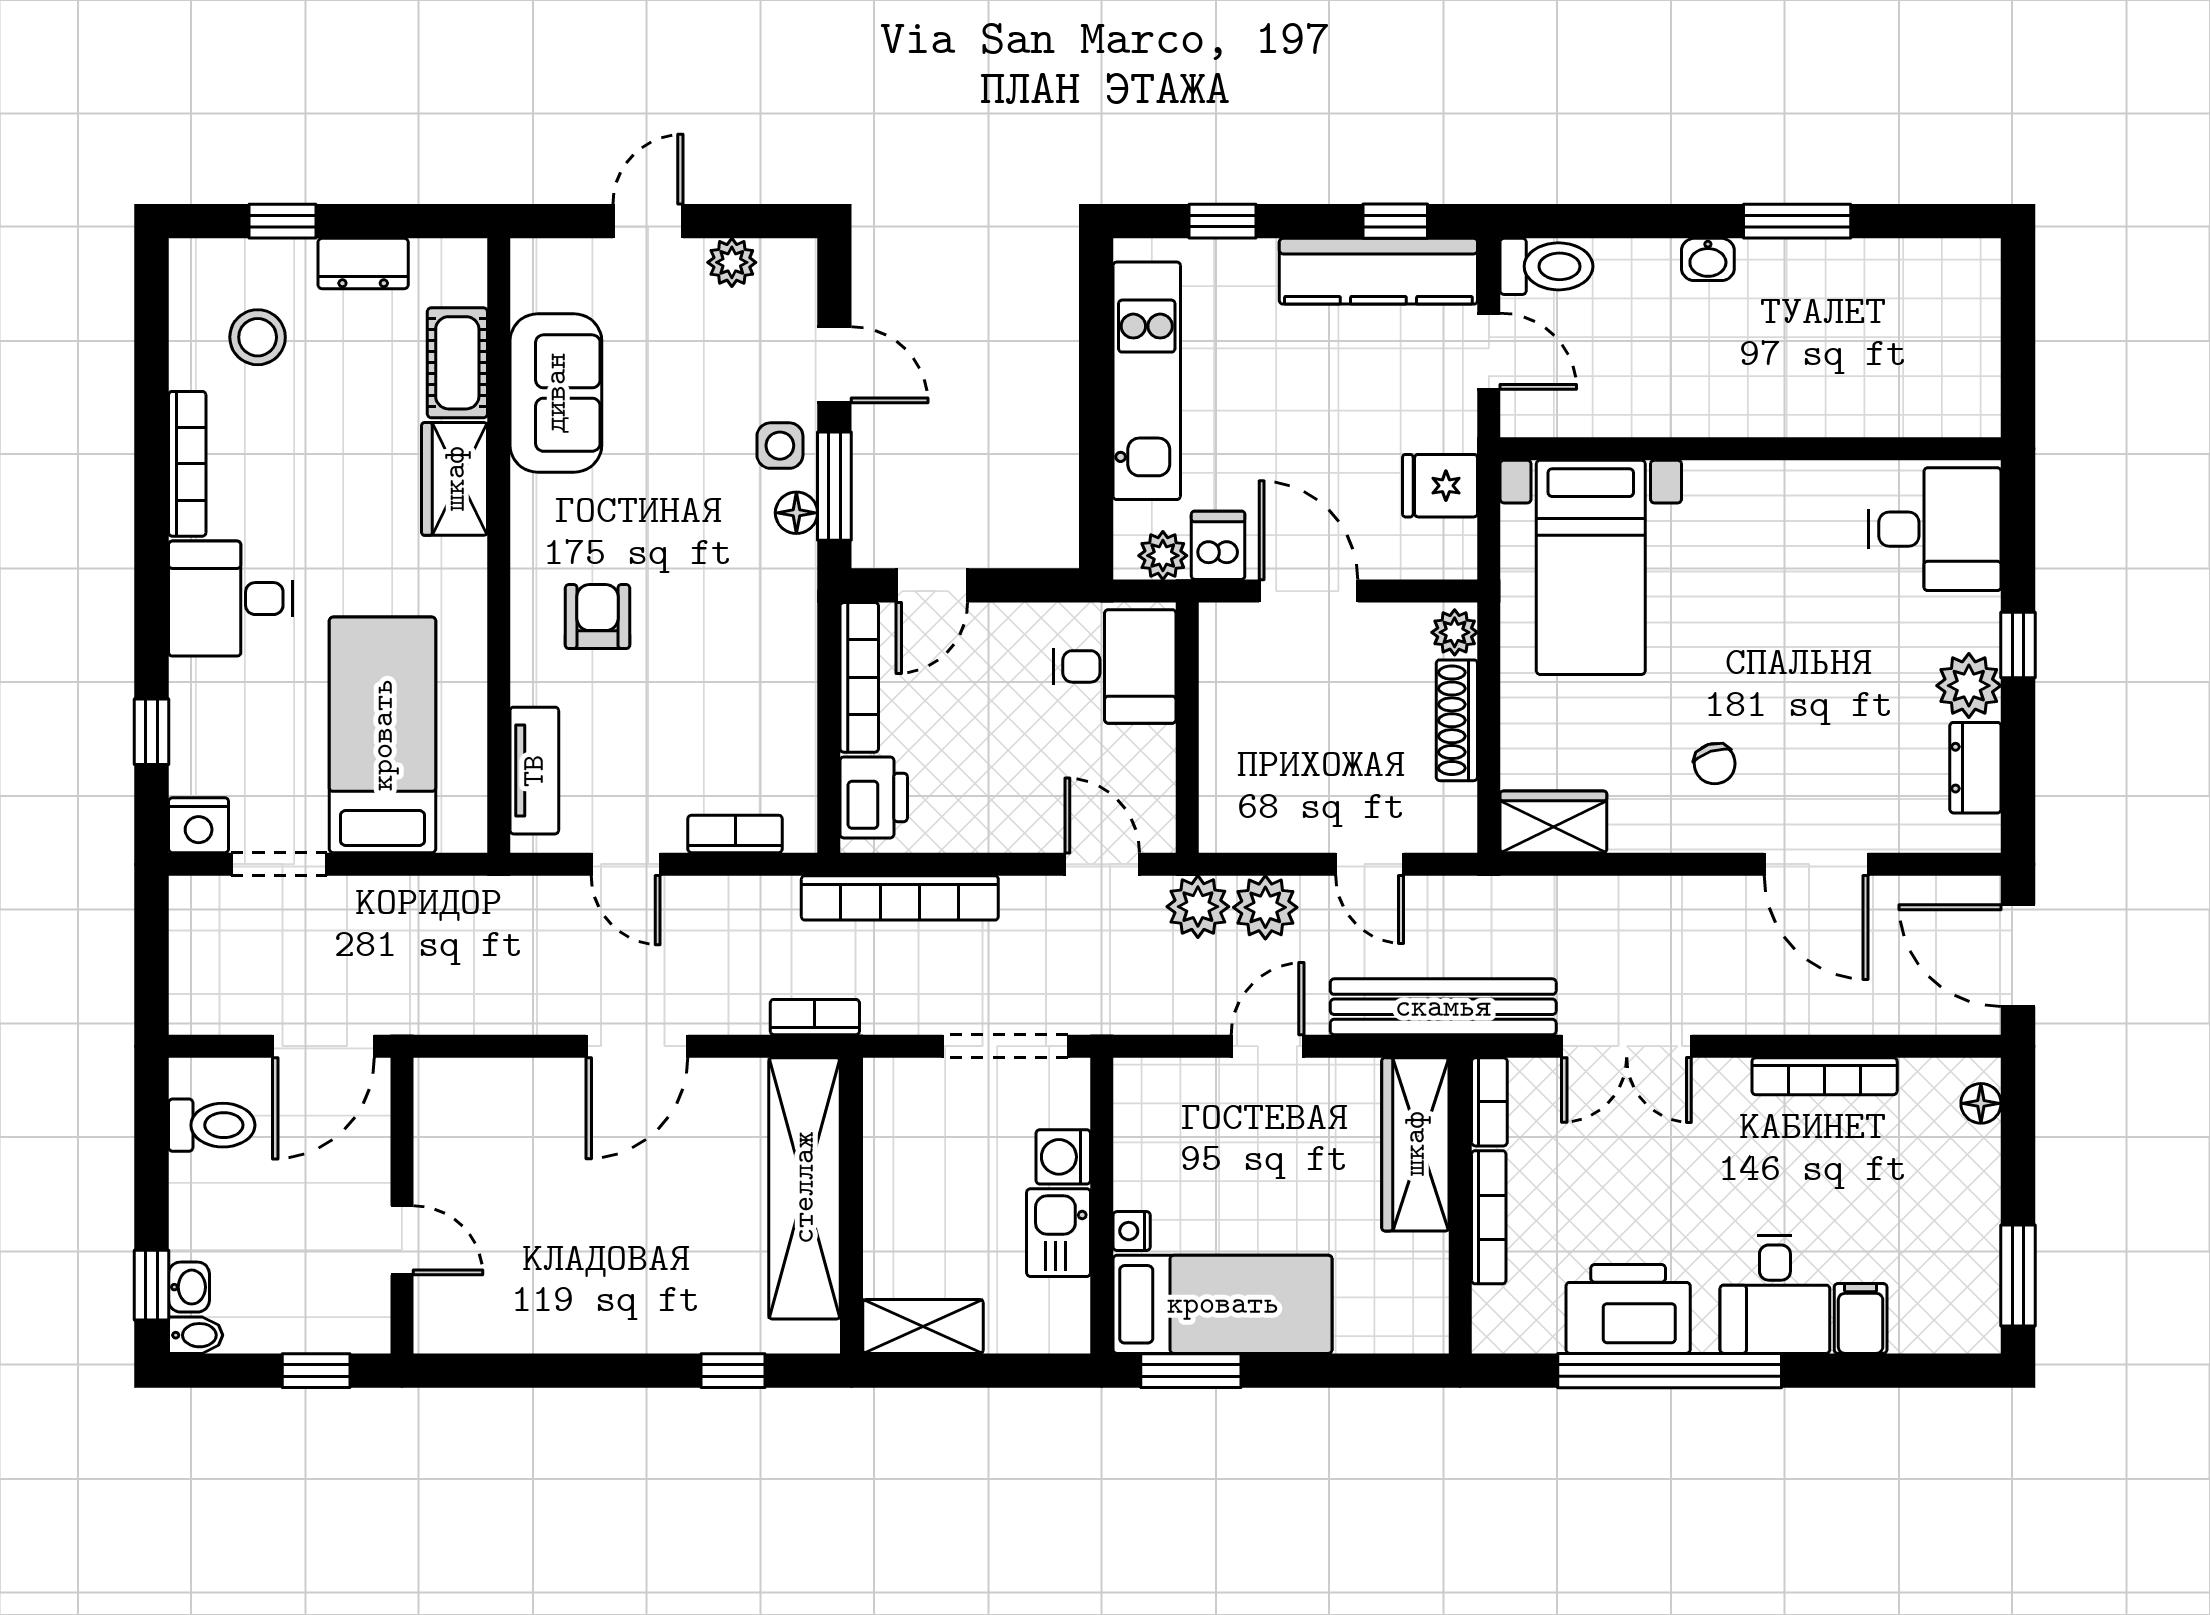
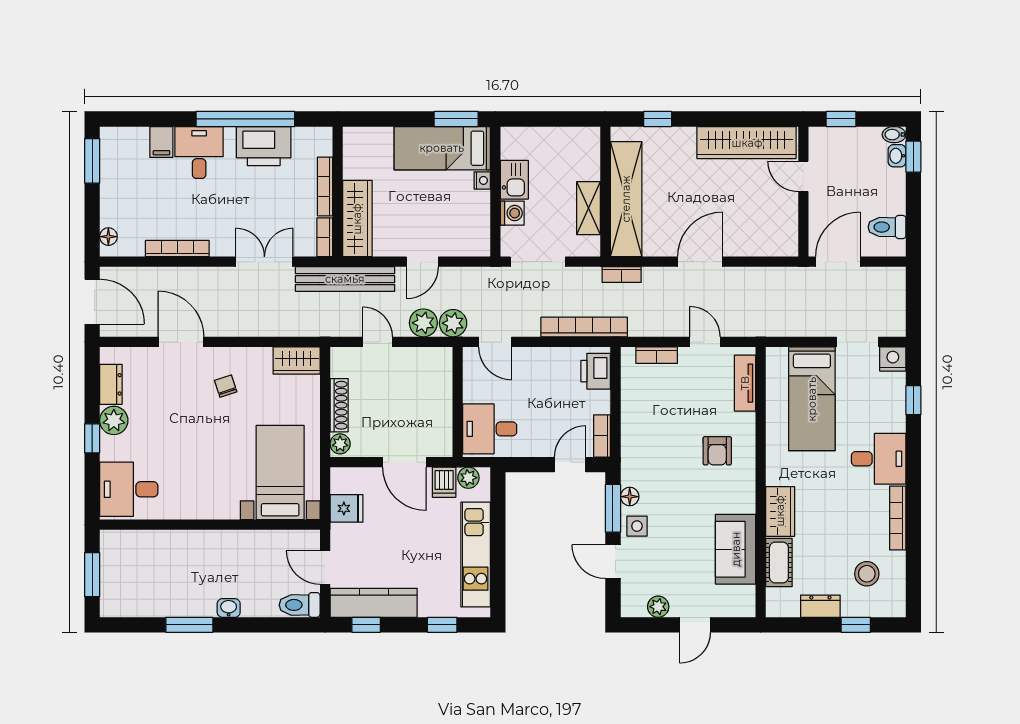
window: (2018, 335) -> (92, 575), added
bookcase: (859, 677) -> (602, 436), width x0.64
wardrobe: (531, 1317) -> (747, 143), added
shelving: (923, 1326) -> (589, 208), moved, turned 90

